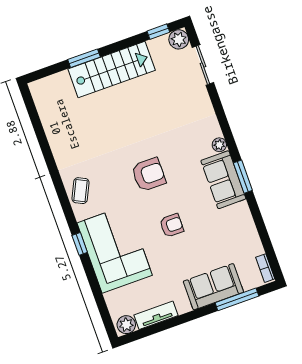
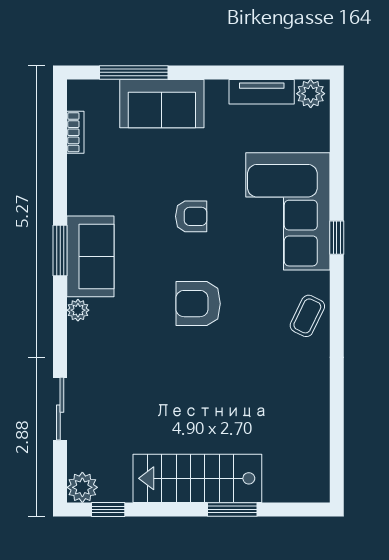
sliding door: (203, 65) -> (60, 409), moved
armchair: (172, 225) -> (191, 216), turned 180
bookcase: (265, 268) -> (75, 132), moved

